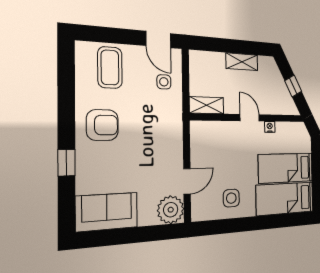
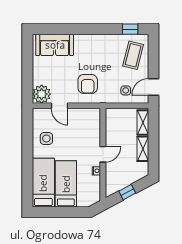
coffee table: (110, 67) -> (133, 55), turned -76
shelving: (207, 105) -> (143, 123), moved
armchair: (102, 125) -> (88, 84), moved
window: (66, 163) -> (130, 29), moved
sofa: (107, 212) -> (55, 45), moved, turned 90

